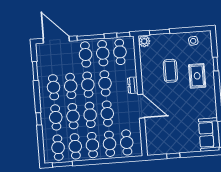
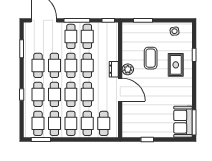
plant: (144, 41) -> (128, 69), moved
cafe table: (120, 52) -> (104, 36), removed

